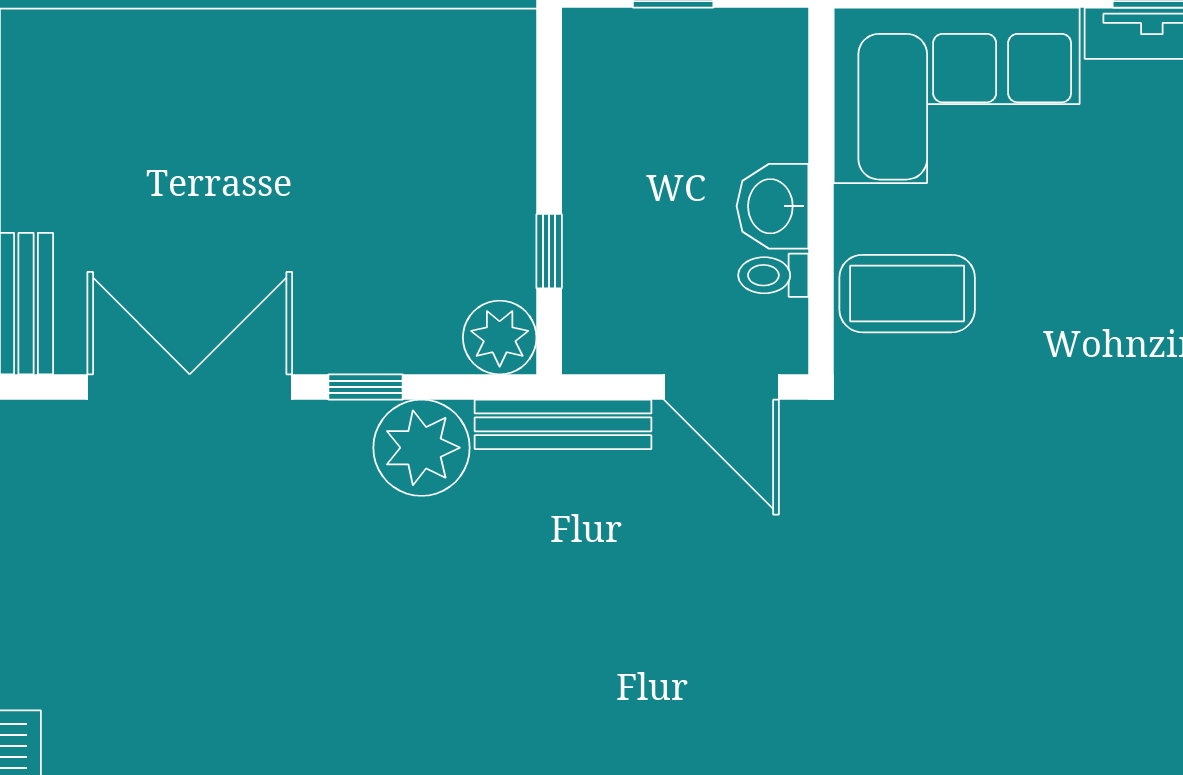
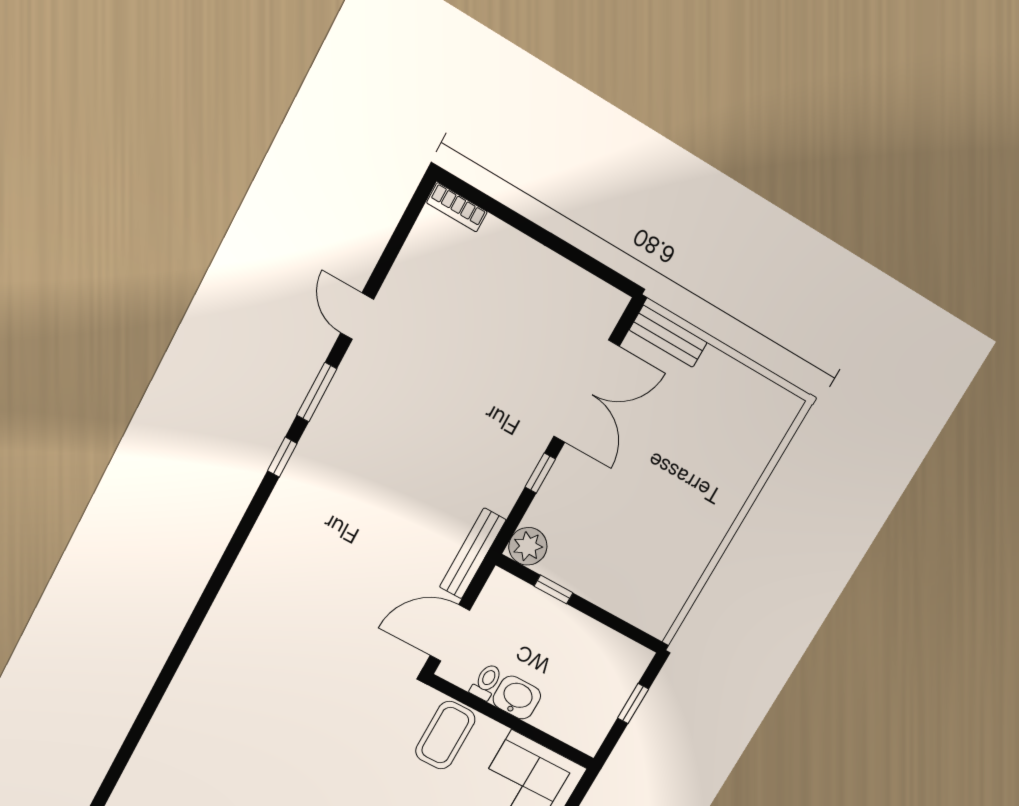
plant: (422, 448) -> (498, 483), removed

